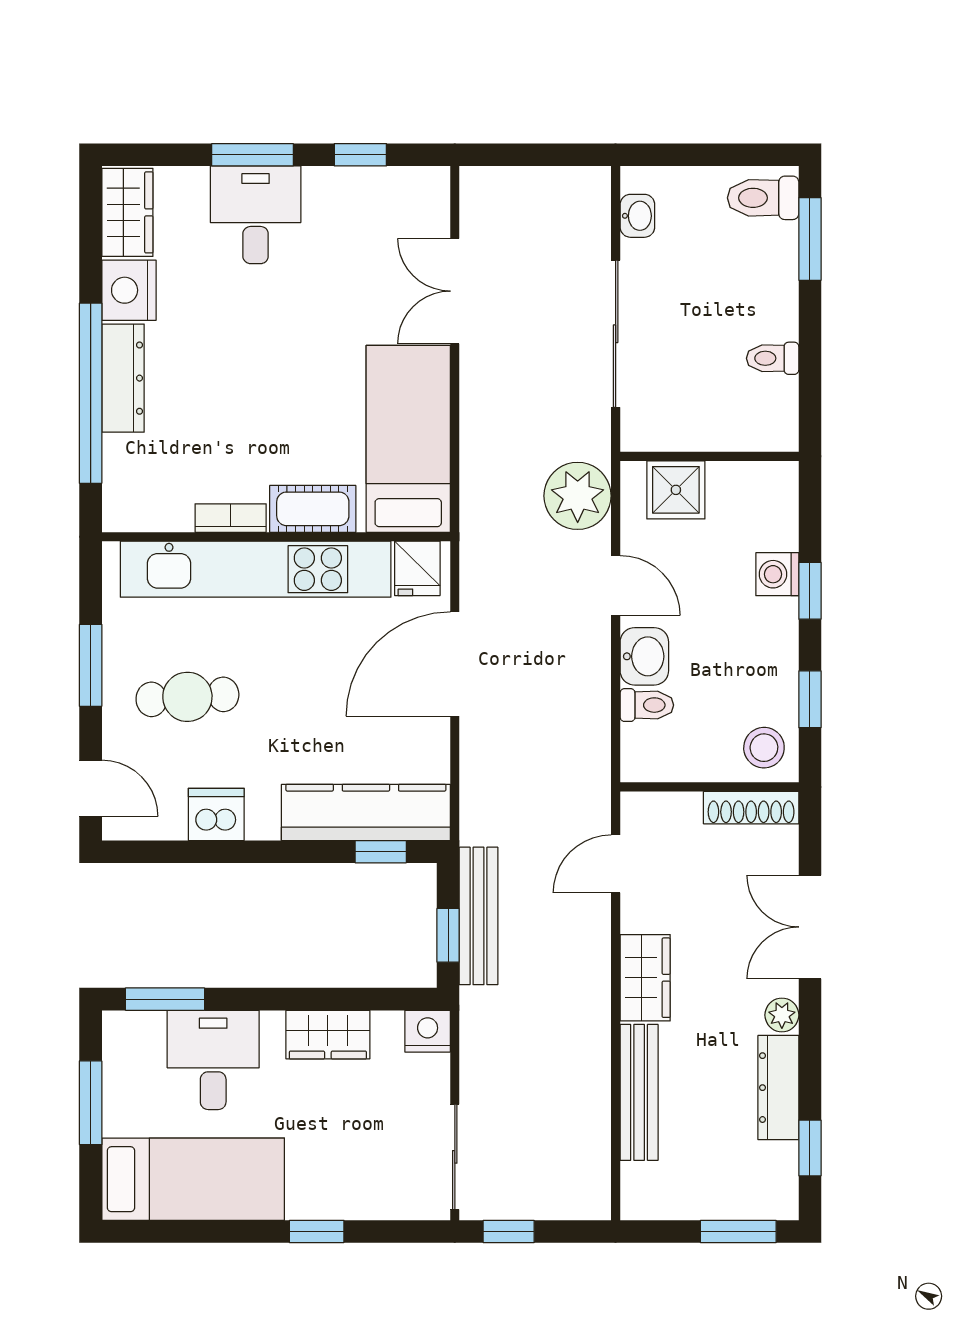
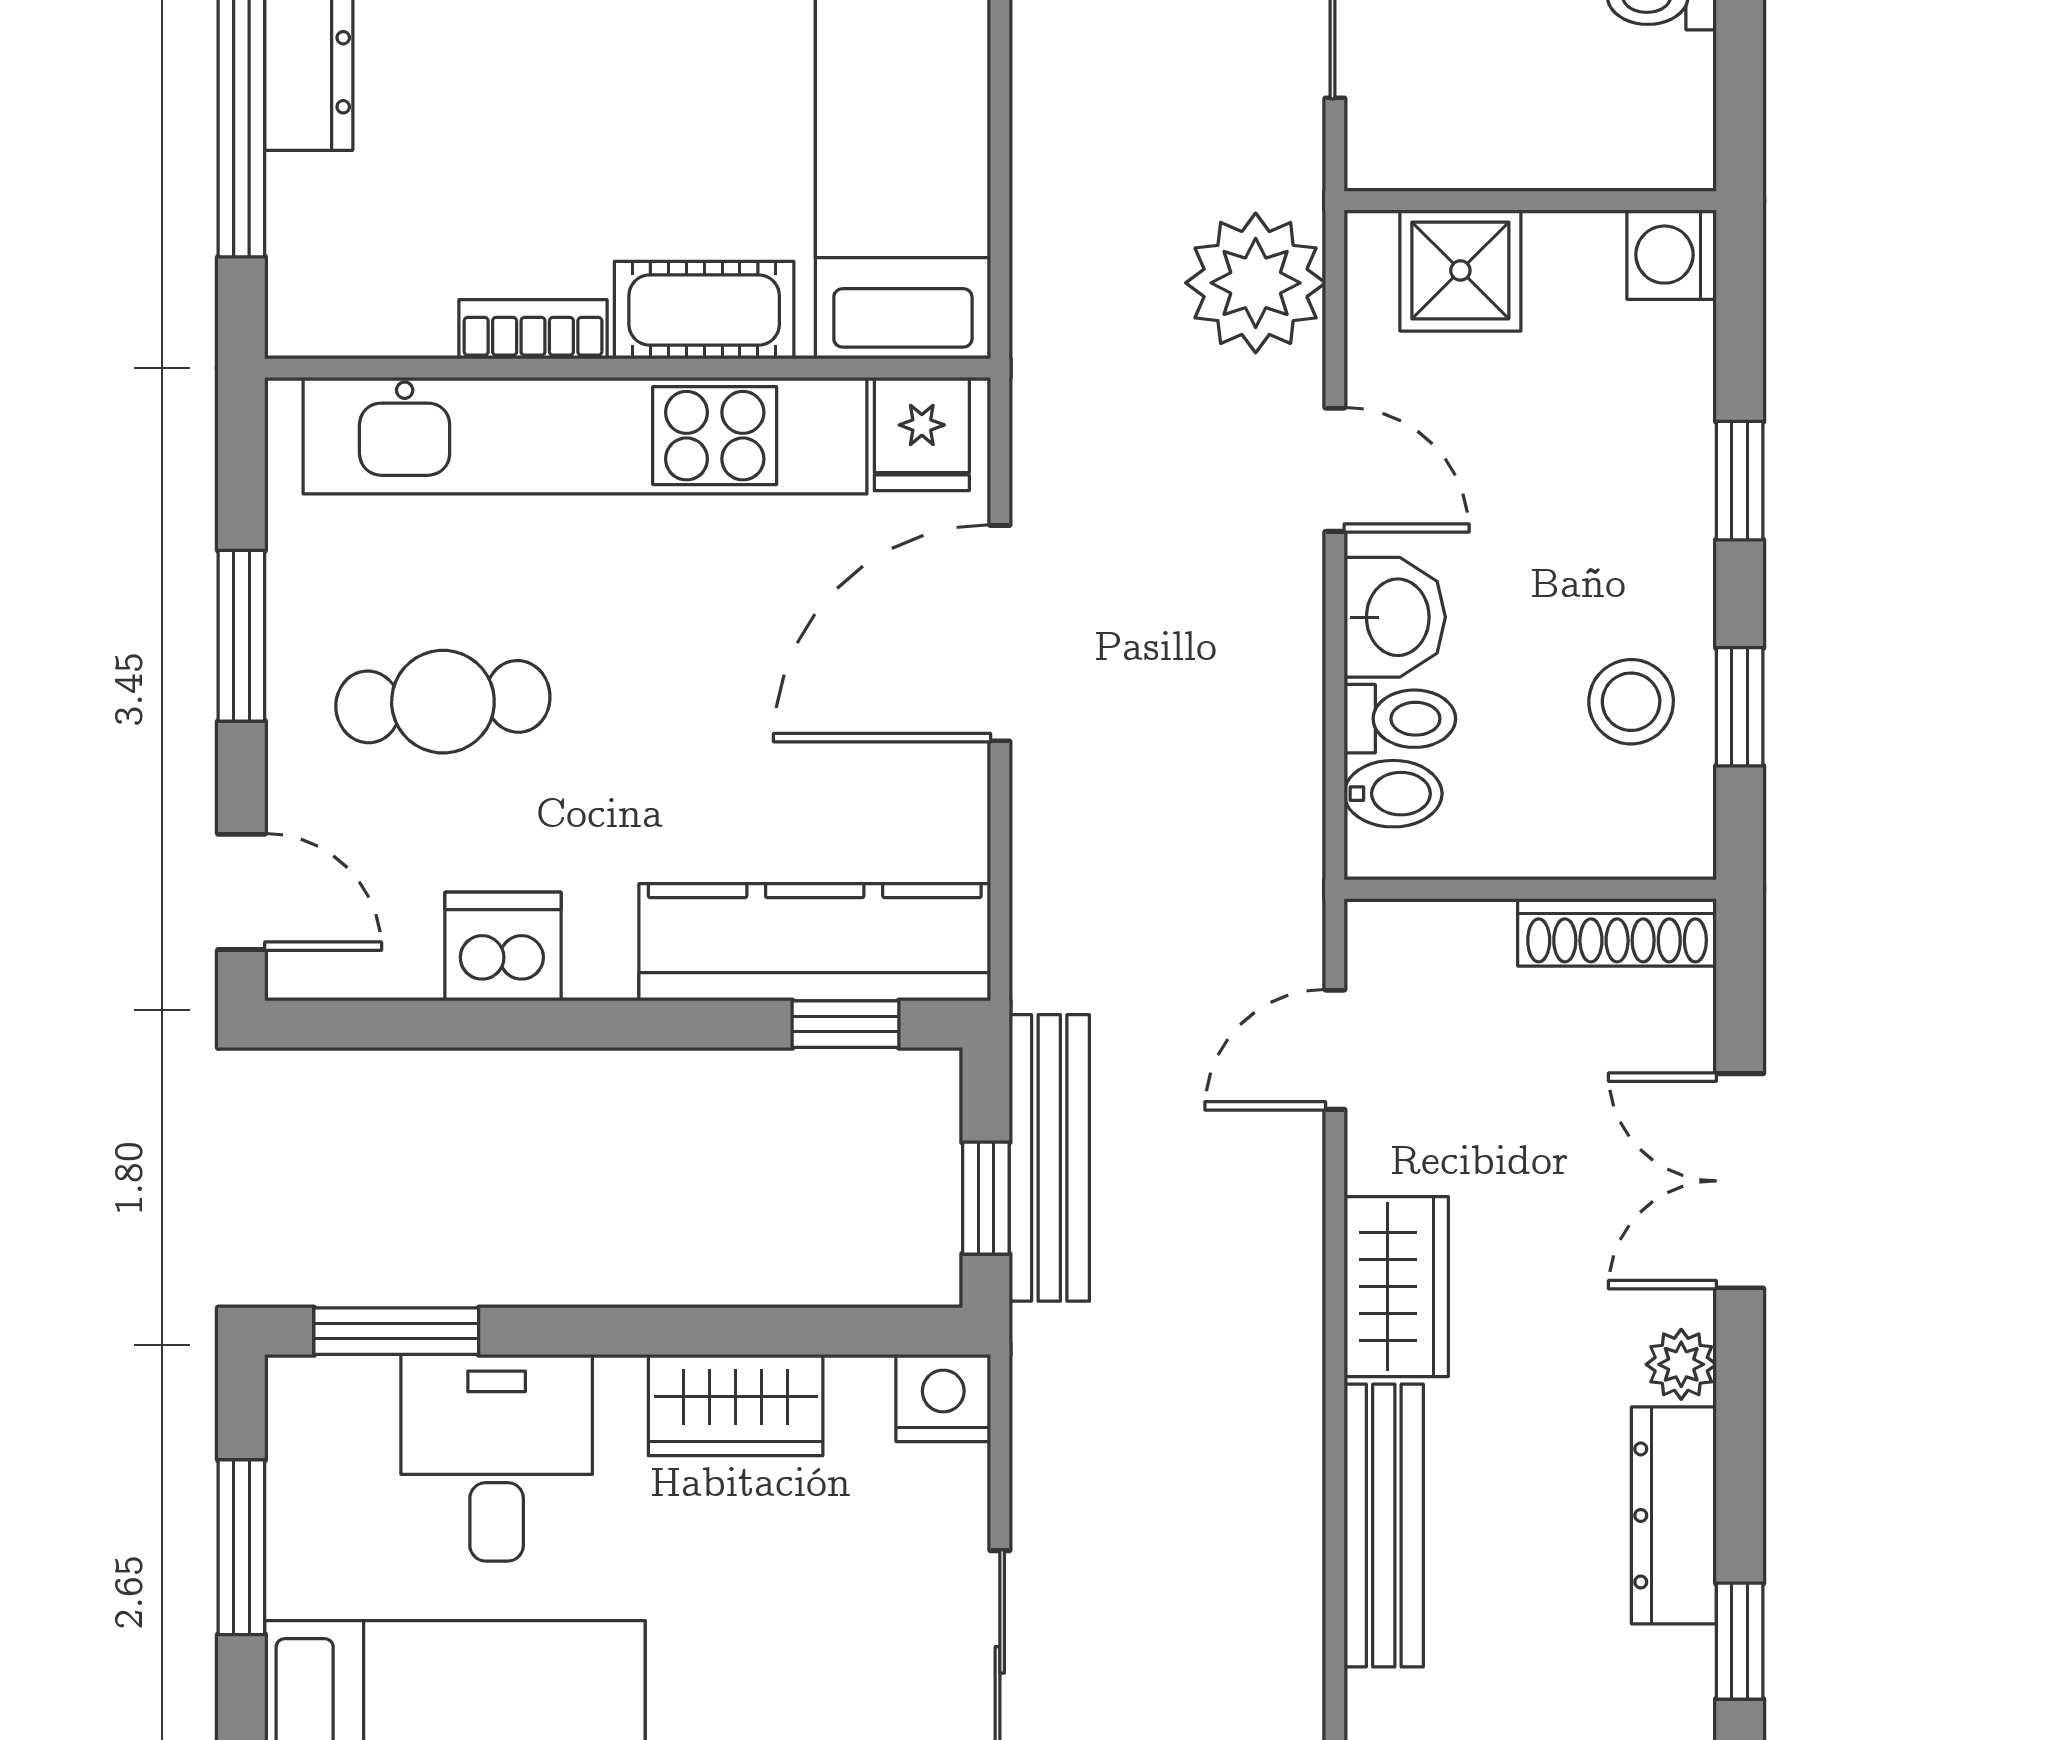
washing machine: (777, 574) -> (1672, 255), moved
bidet: (644, 741) -> (1393, 794), added
stool: (764, 748) -> (1631, 702), moved

